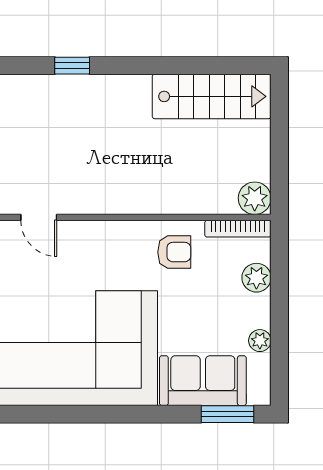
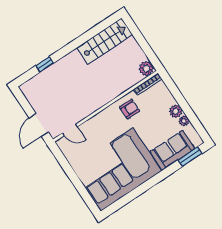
plant: (256, 278) -> (176, 111), moved

